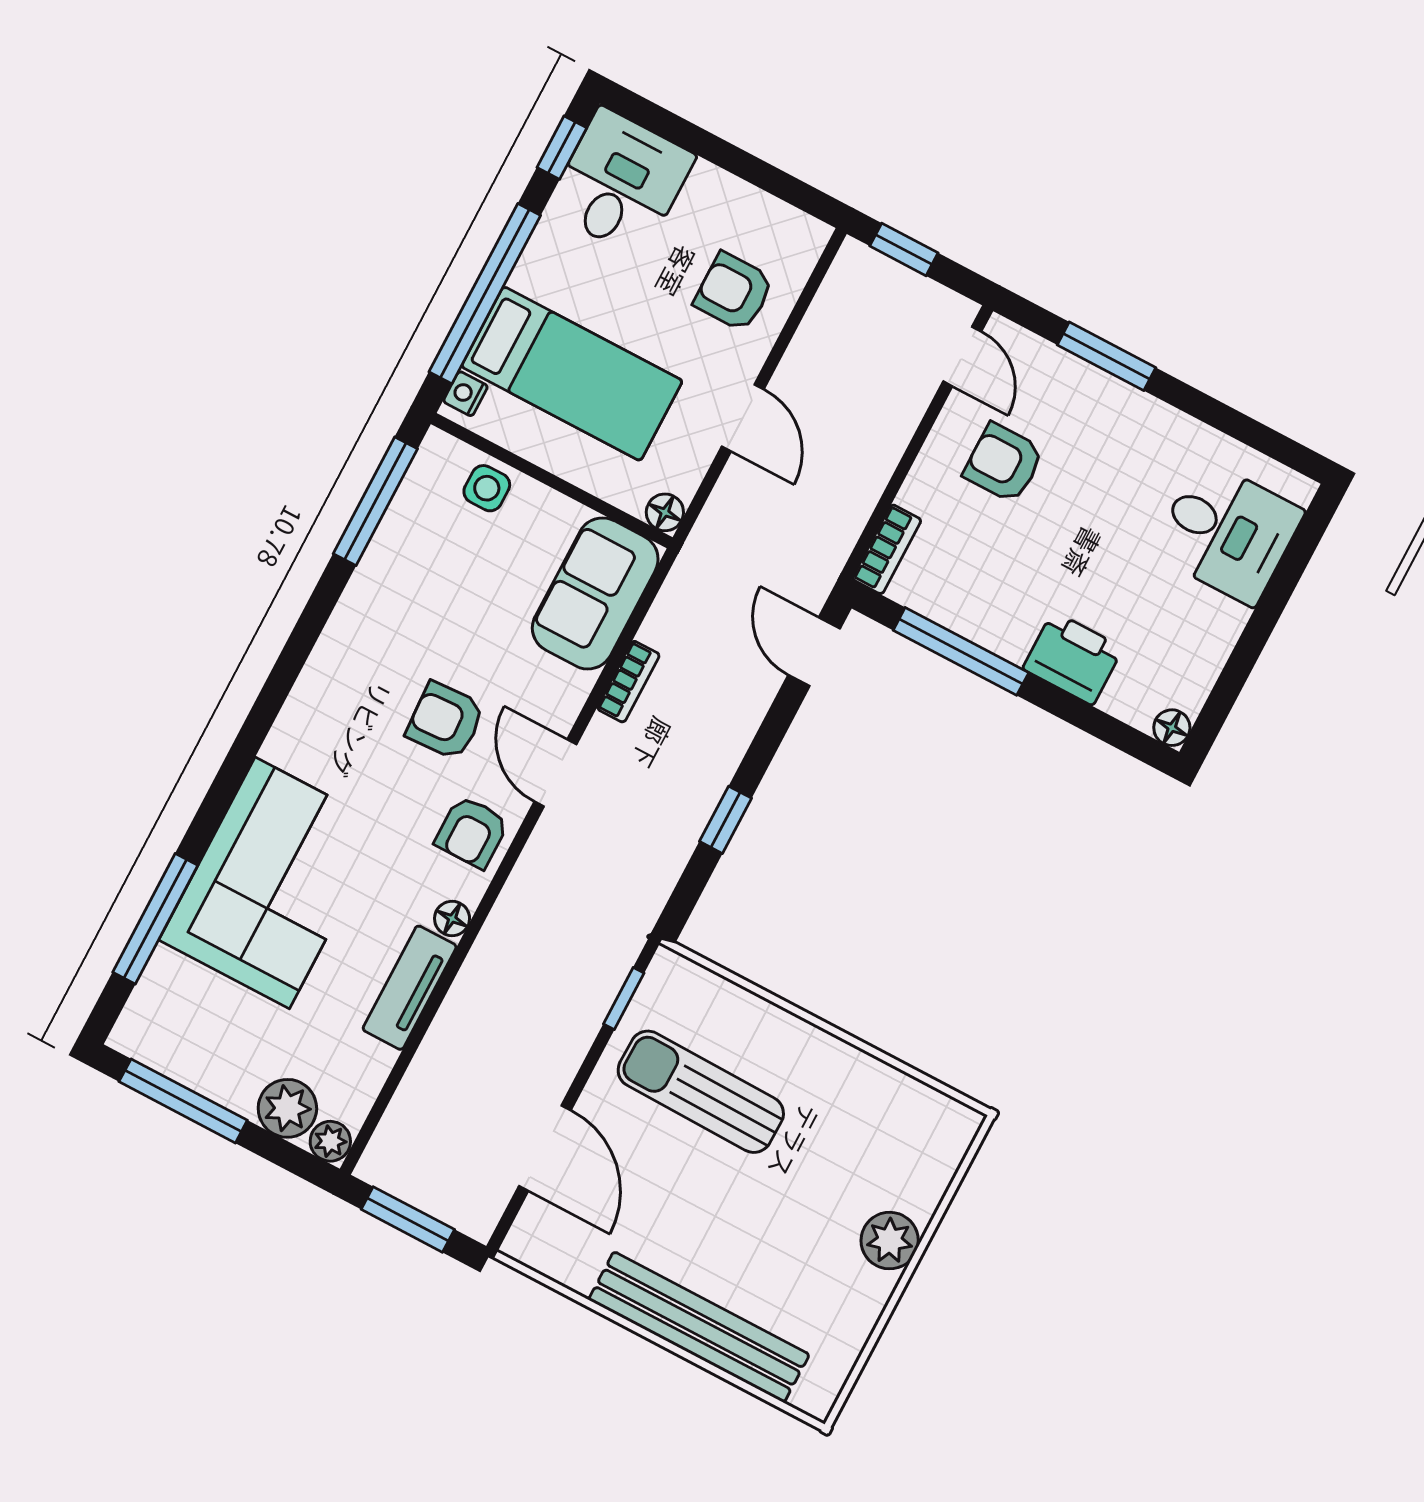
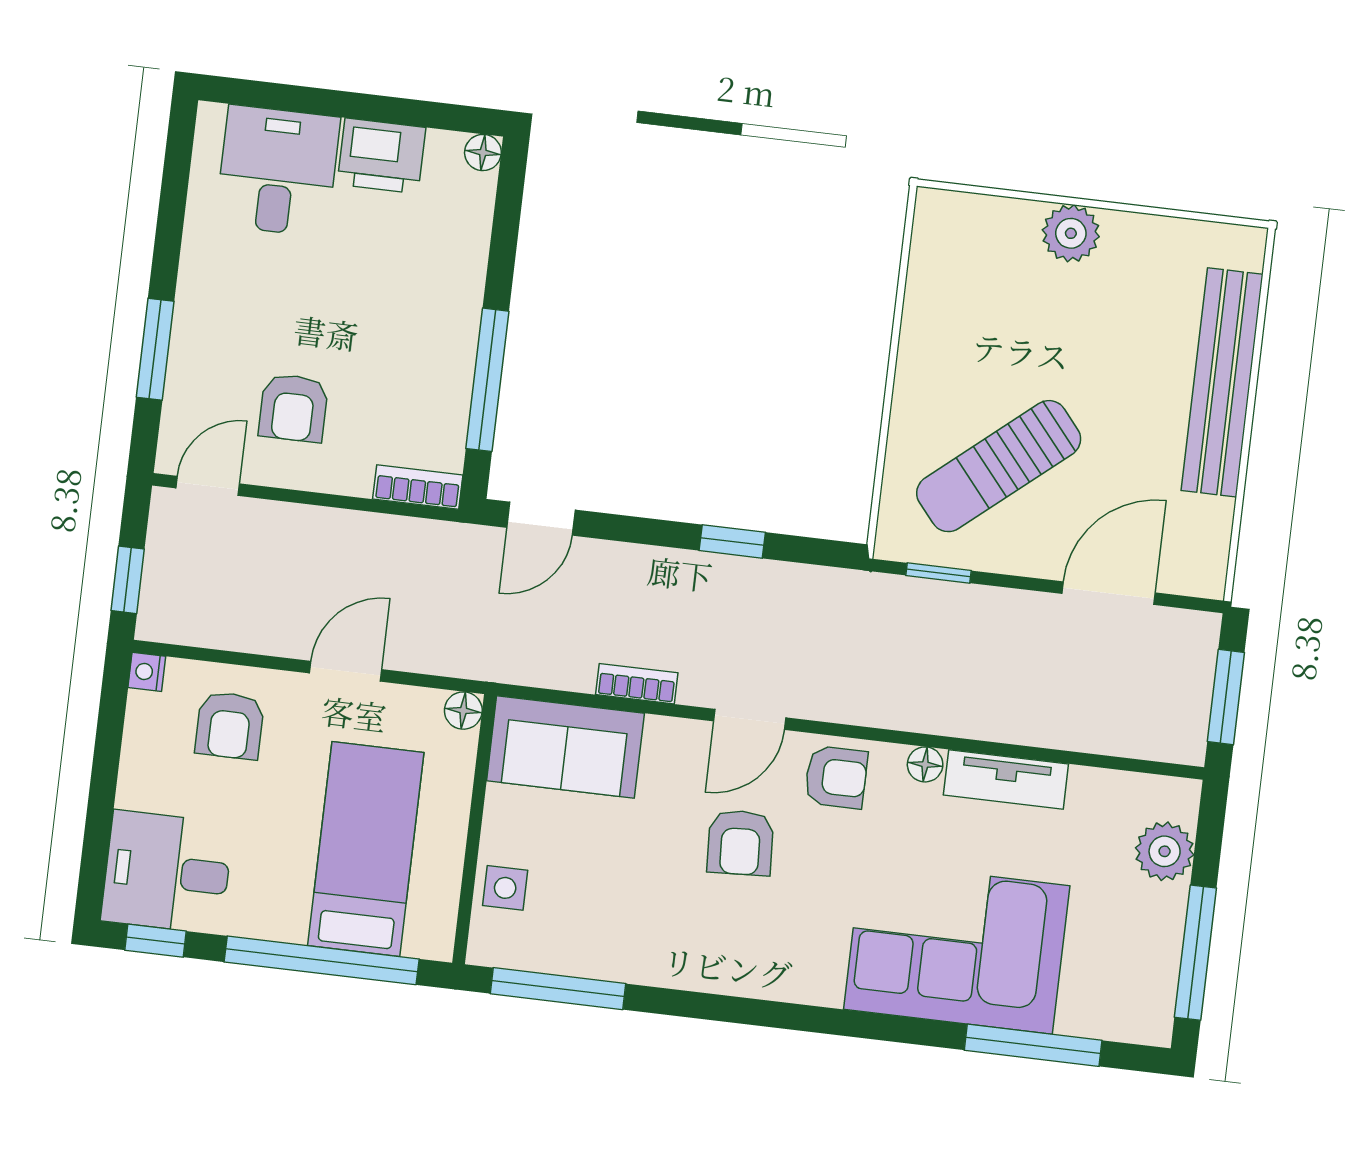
nightstand: (465, 394) -> (147, 672), moved, turned 90
printer: (1073, 658) -> (381, 156), moved, turned -90
sun lounger: (701, 1092) -> (999, 466), turned 49
plant: (330, 1141) -> (1180, 799), removed

